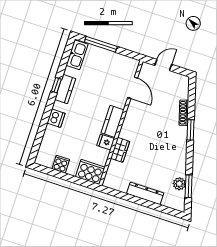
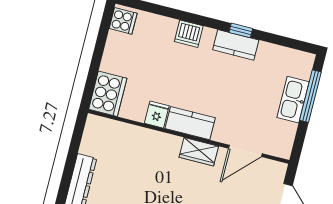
kitchen sink: (77, 55) -> (293, 100), moved, turned 90
wardrobe: (120, 150) -> (199, 152), moved
cooker: (61, 164) -> (123, 21), moved

